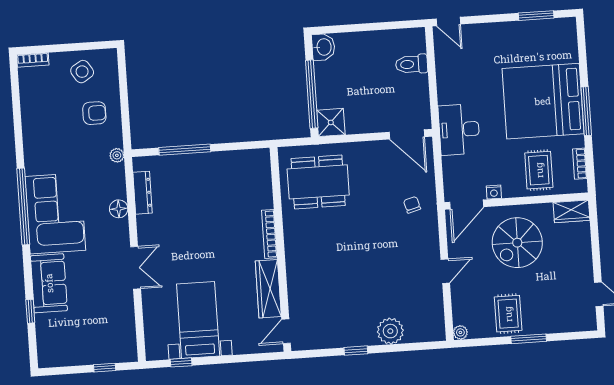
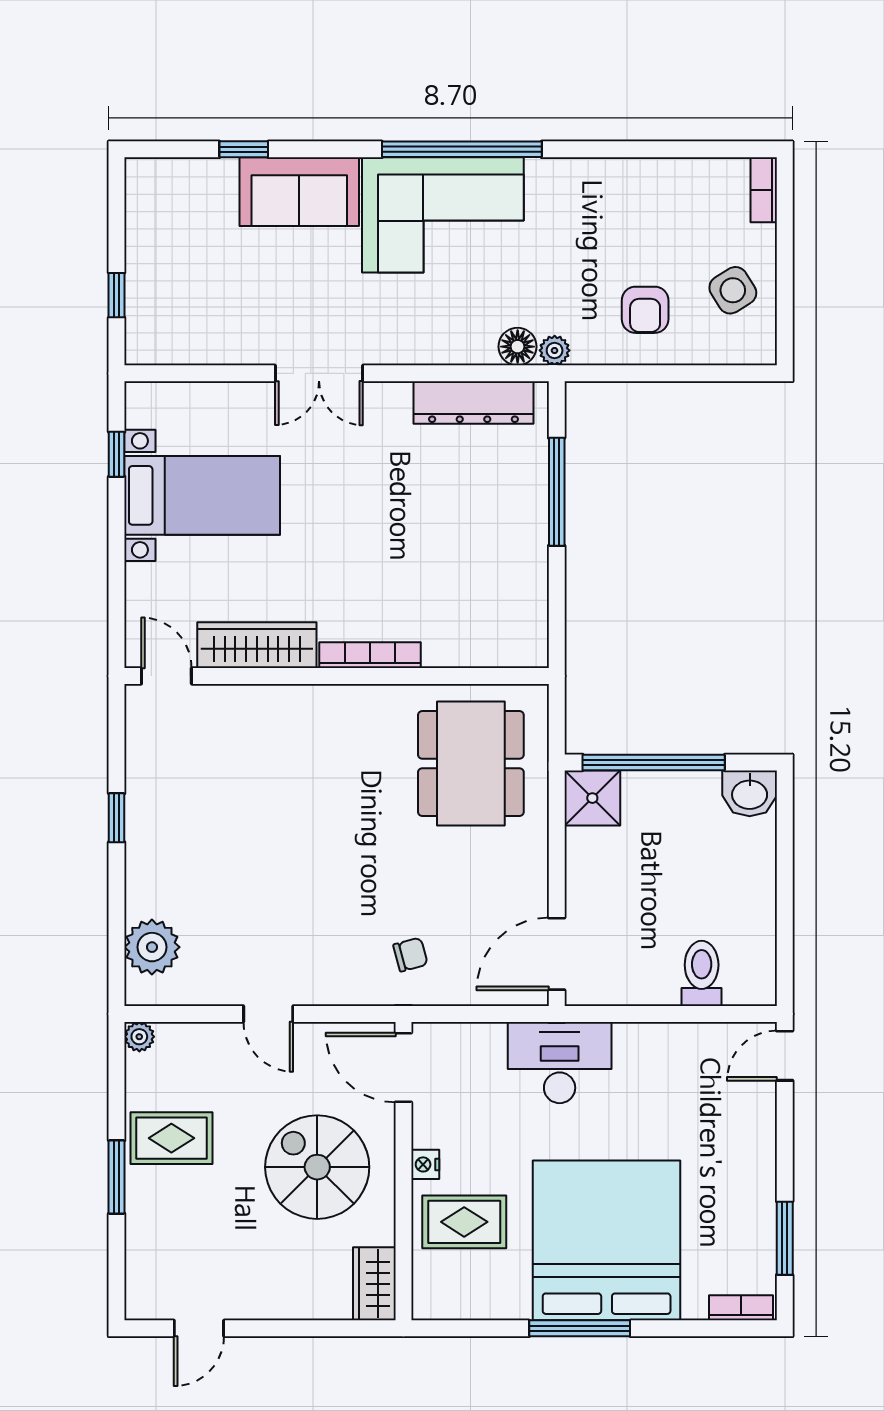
bookcase: (580, 164) -> (741, 1308), moved
nightstand: (494, 192) -> (425, 1164), moved
dresser: (143, 193) -> (473, 403), width x1.37, depth x1.24
floor lamp: (119, 209) -> (518, 347), moved
plant: (390, 331) -> (152, 947), moved

